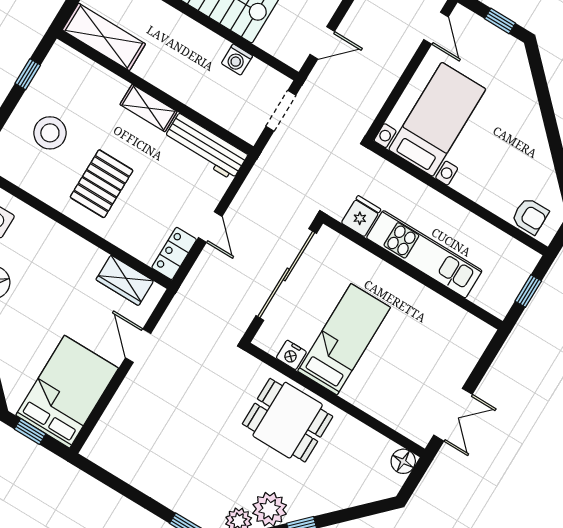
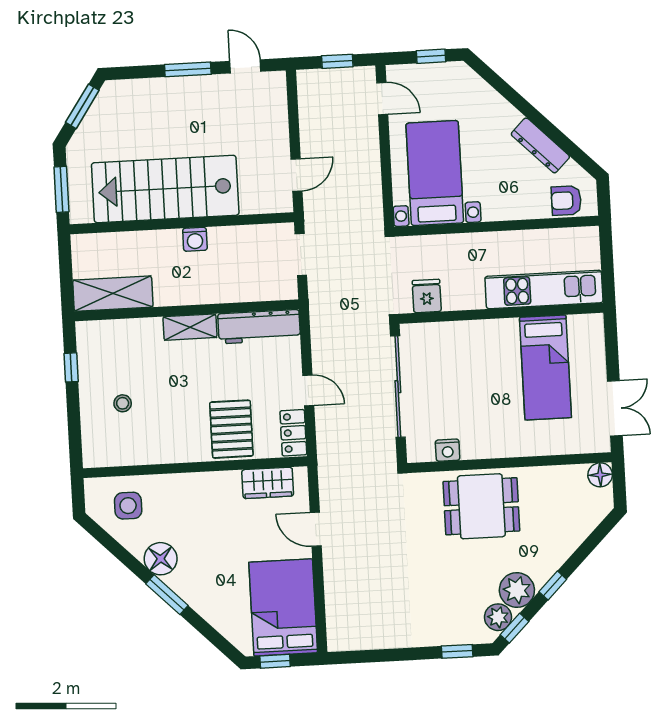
washing machine: (237, 60) -> (195, 239), moved
stool: (50, 133) -> (123, 403), width x0.53, depth x0.53
dresser: (540, 156) -> (540, 145), added
pallet: (102, 184) -> (231, 429), moved
armchair: (530, 216) -> (566, 201), turned 180
kitchen unit: (424, 254) -> (544, 290), moved
window: (528, 291) -> (607, 263), removed
bed: (344, 339) -> (545, 367), moved, turned 180

